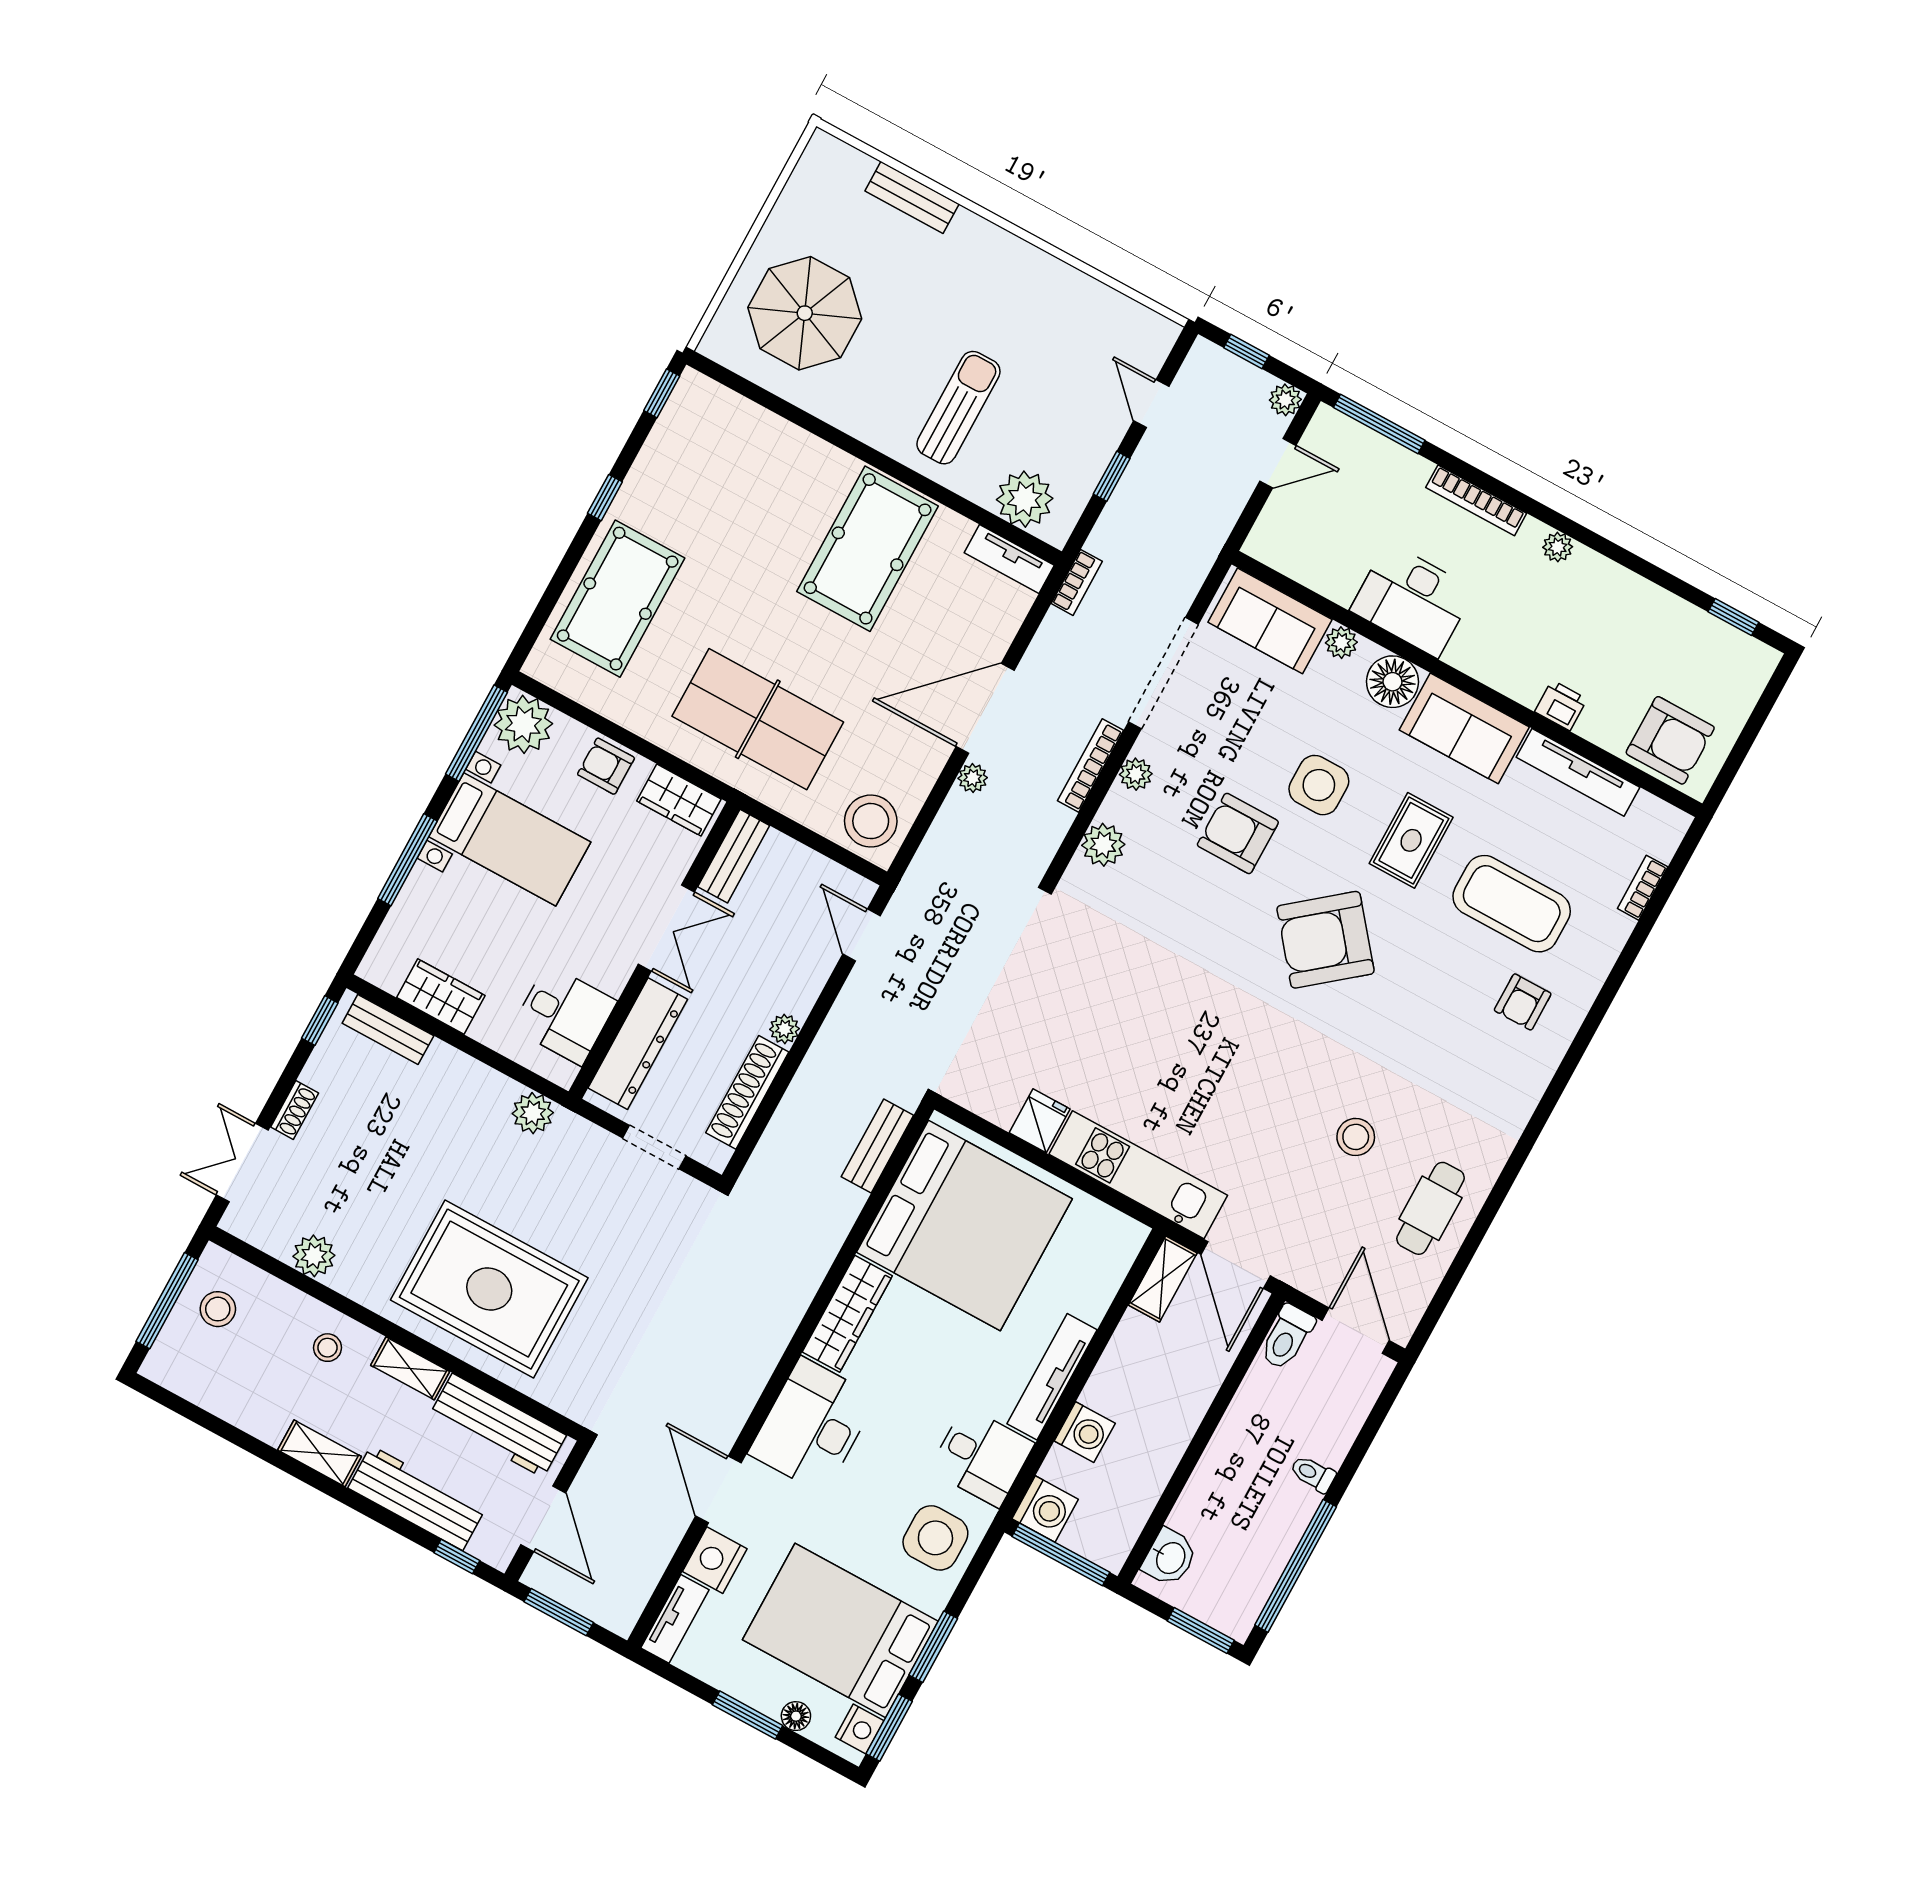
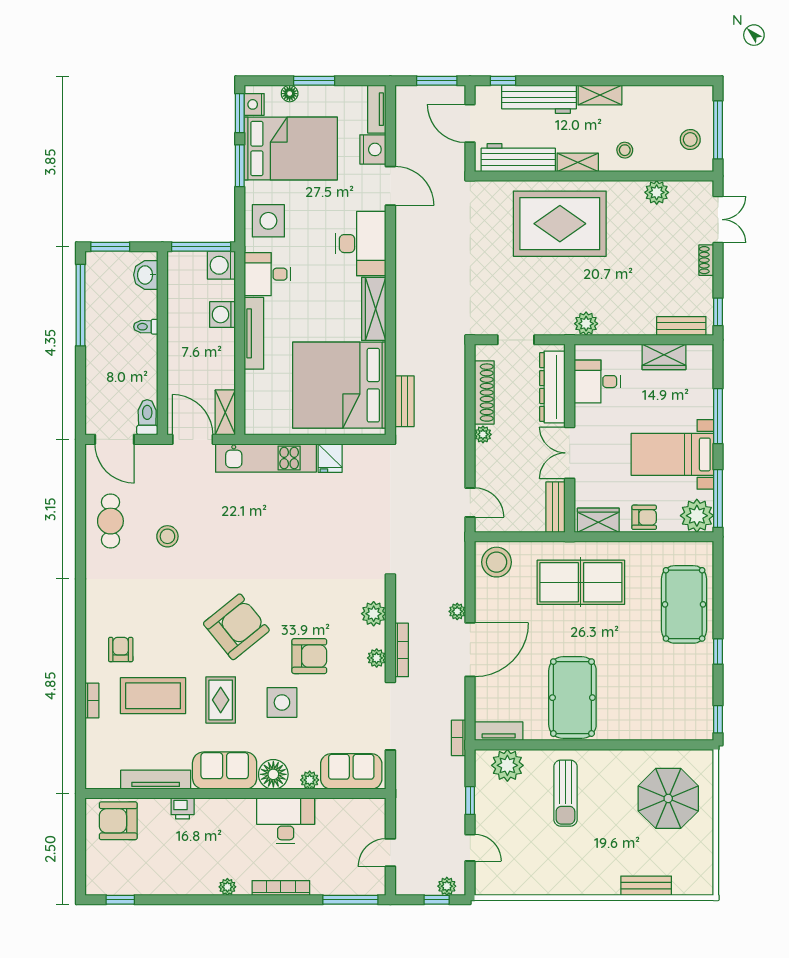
plant: (1285, 400) -> (447, 886), moved
bookcase: (1643, 888) -> (92, 701), moved
toilet: (1313, 1474) -> (146, 327), moved, turned 180

